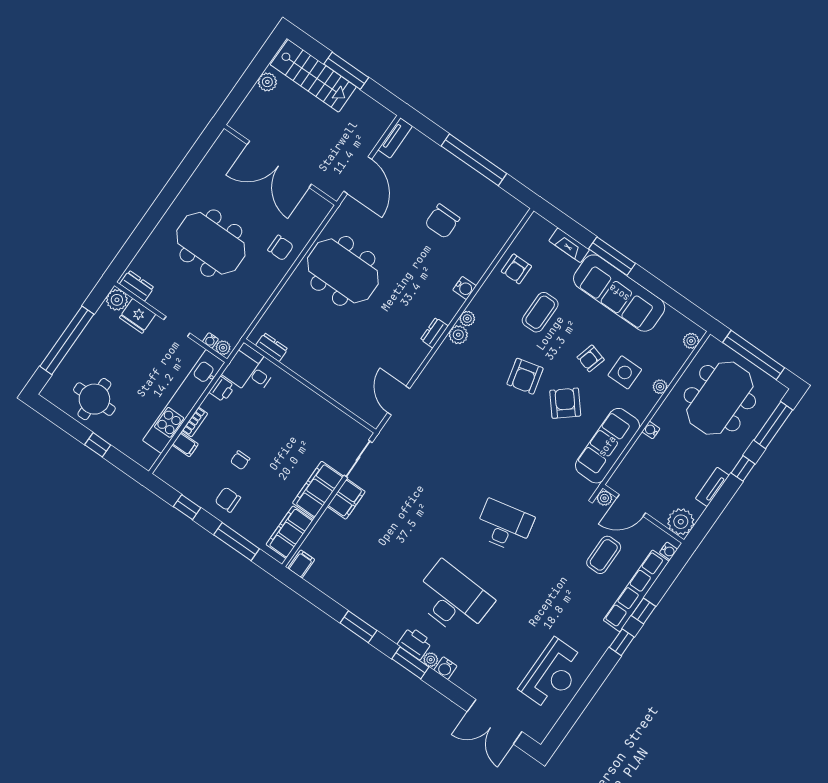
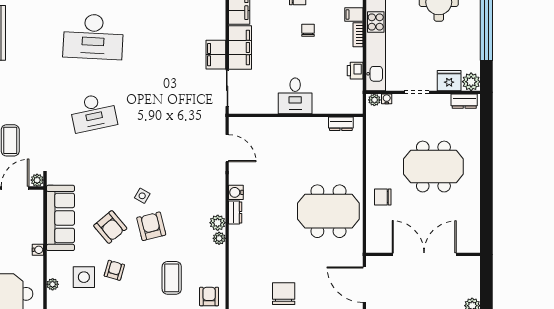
water cooler: (464, 288) -> (236, 192), moved
desk: (250, 370) -> (295, 96), moved, turned 90
side table: (513, 412) -> (142, 196), added

